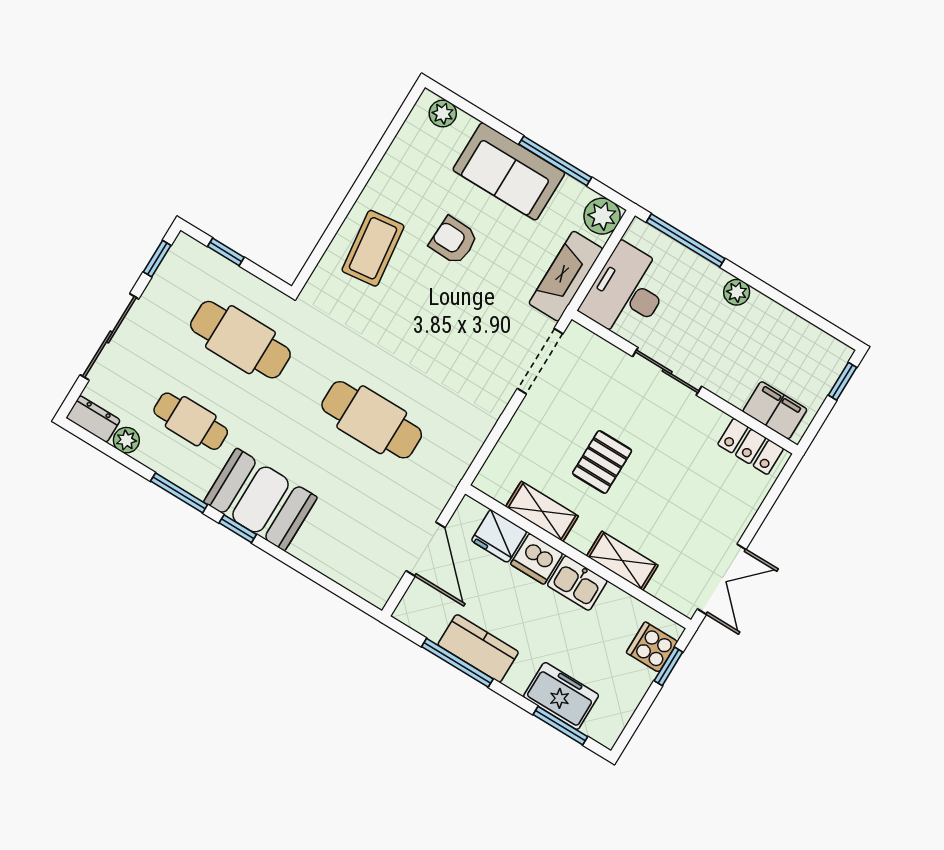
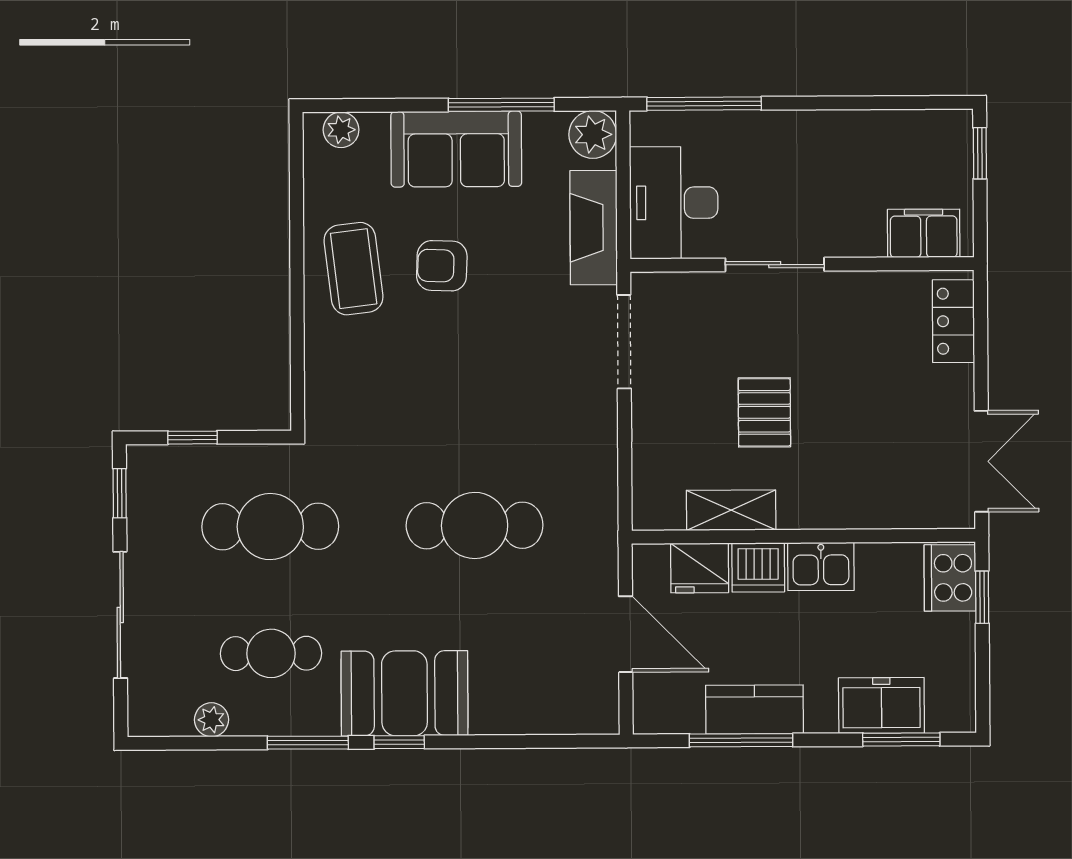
coffee table: (373, 248) -> (354, 269), moved
plant: (737, 292) -> (798, 127), removed
dresser: (93, 419) -> (159, 719), removed
locker: (751, 446) -> (953, 321), moved, turned 90
shelving: (622, 561) -> (856, 510), removed
cooker: (652, 647) -> (950, 578), width x1.36

